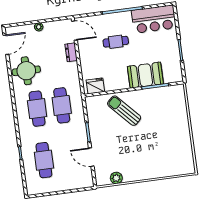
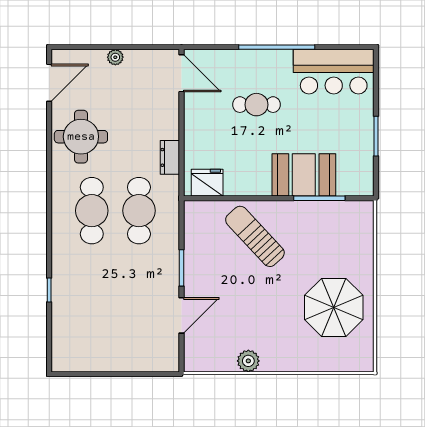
dresser: (71, 52) -> (170, 157), moved
parasol: (170, 142) -> (334, 307), added
door: (91, 157) -> (182, 315), swing flipped
cafe table: (44, 160) -> (92, 309), removed
plant: (116, 178) -> (248, 361), moved

